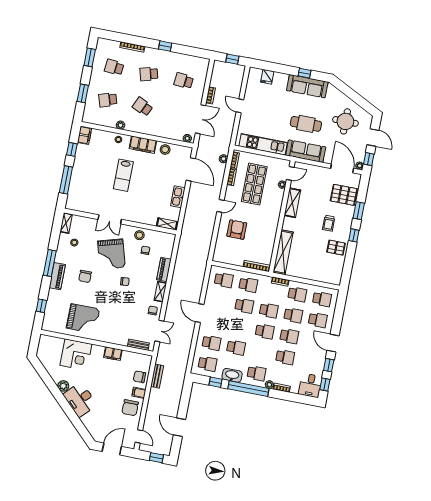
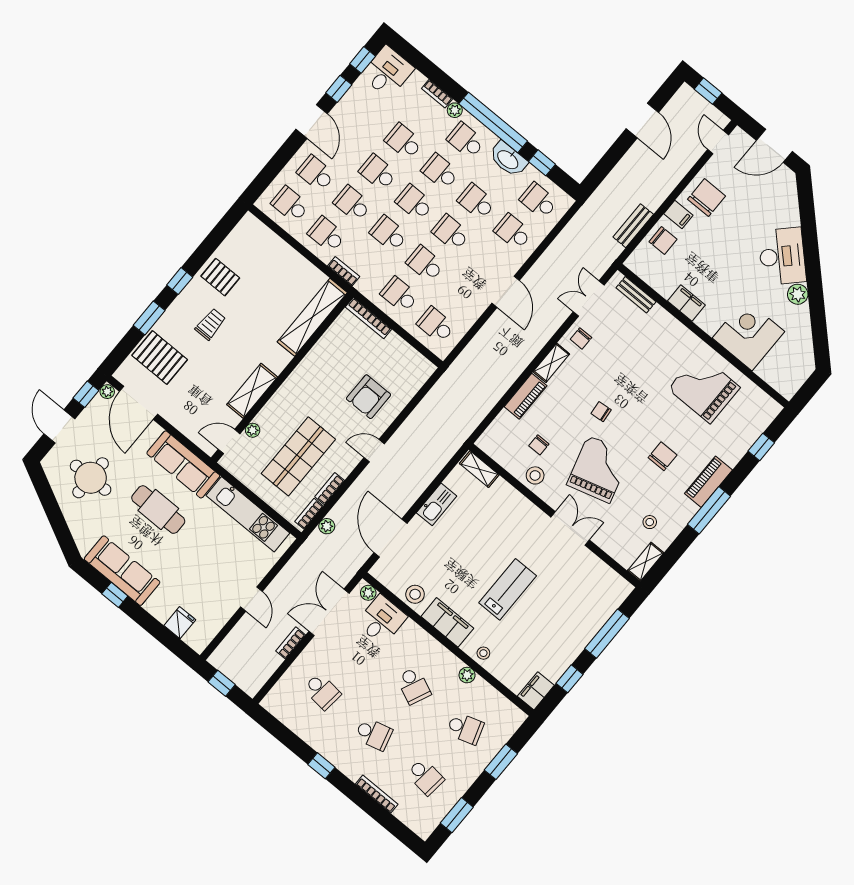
desk: (174, 129) -> (382, 620), added
school desk: (240, 327) -> (451, 233), added
school desk: (261, 352) -> (440, 172), added

